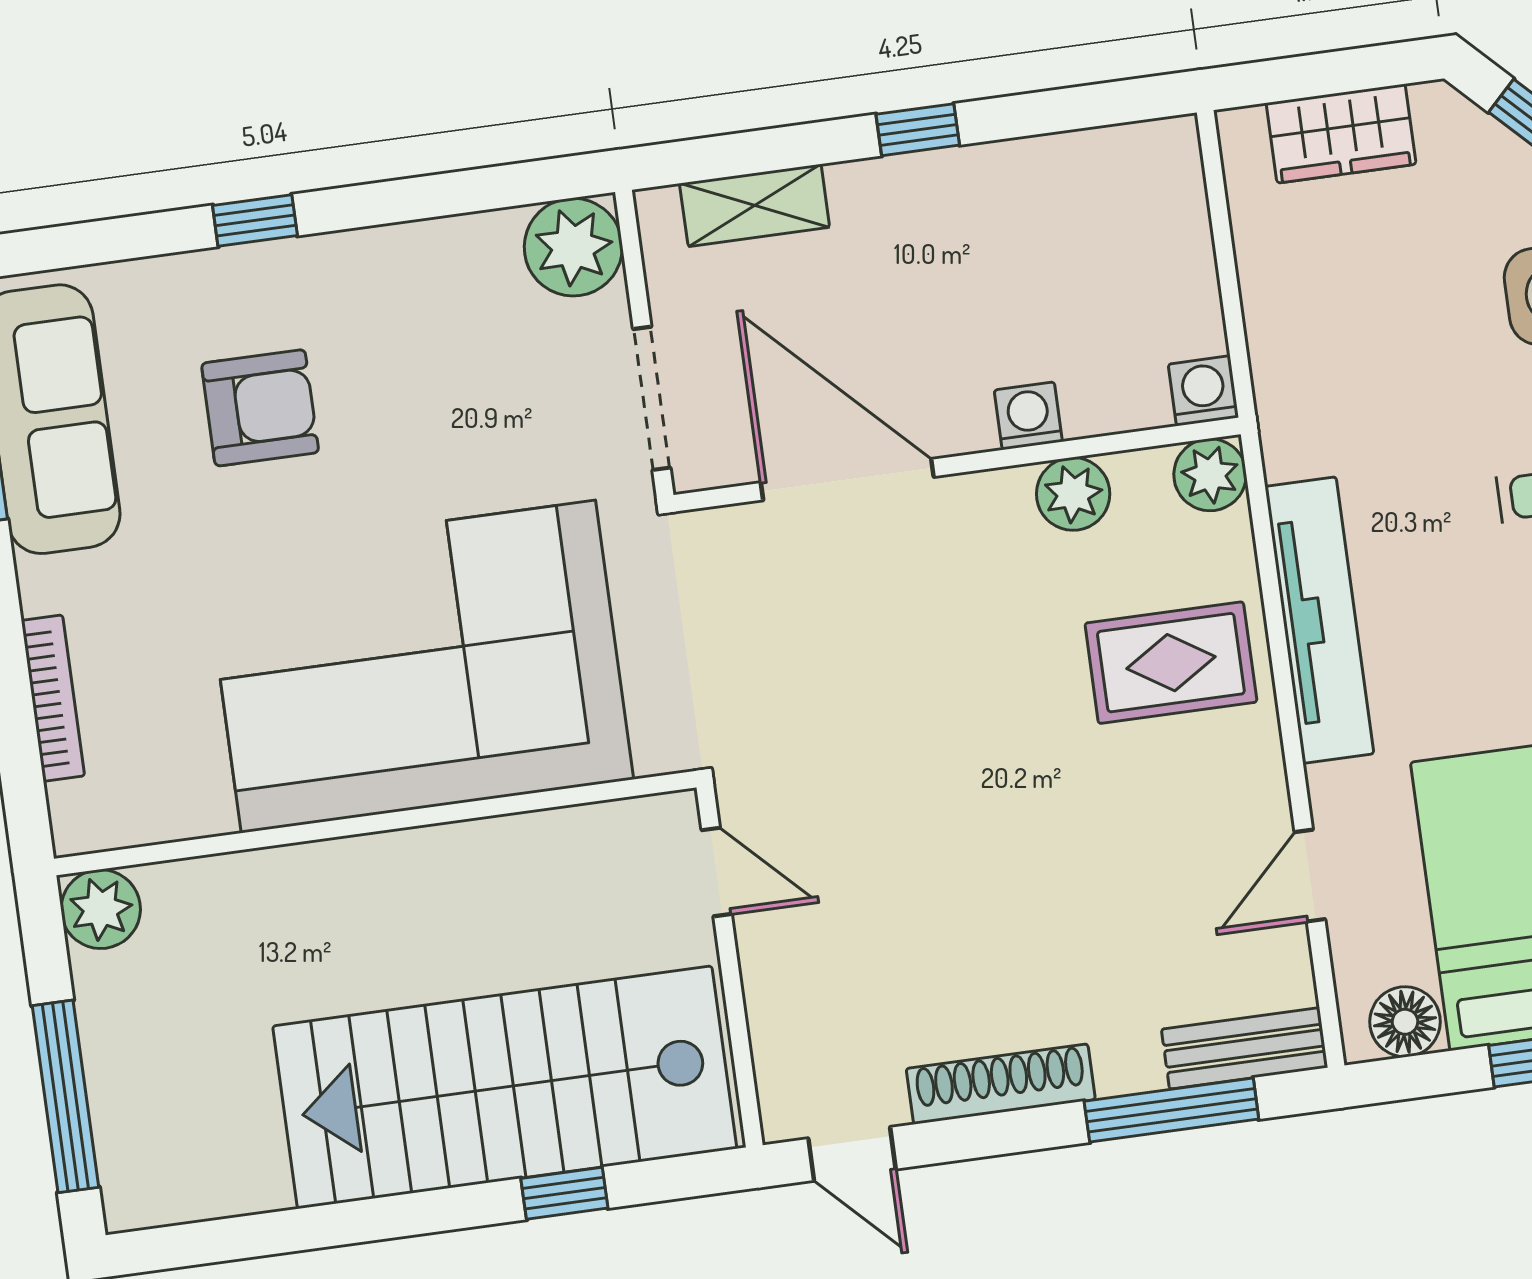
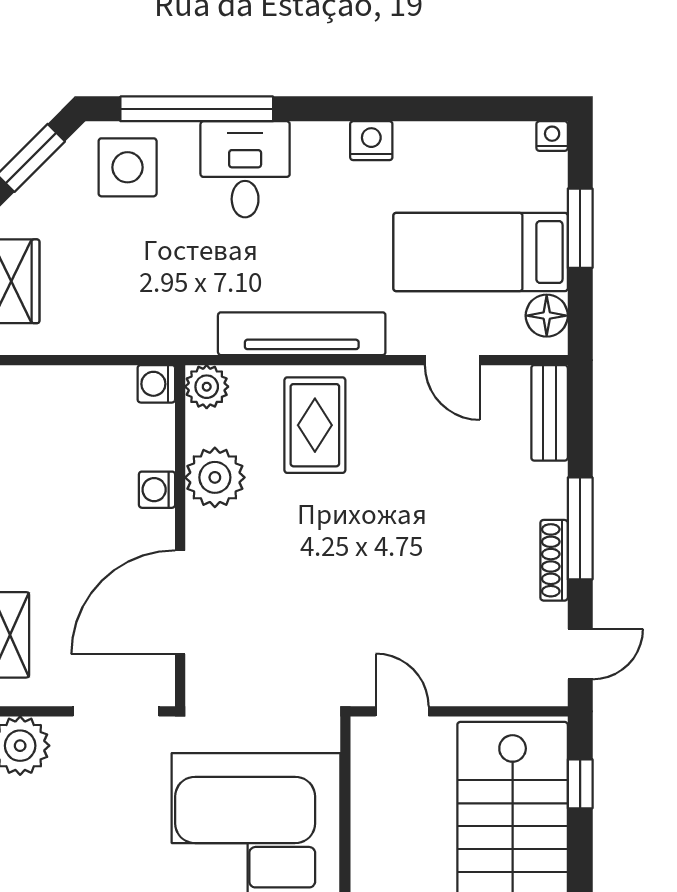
plant: (1073, 494) -> (215, 477), width x1.36, depth x1.36
door: (717, 872) -> (402, 711), hinge flipped
shoe rack: (1001, 1084) -> (554, 560), width x0.74, depth x0.81
window: (1171, 1110) -> (580, 528), moved
window: (564, 1193) -> (580, 784), moved

